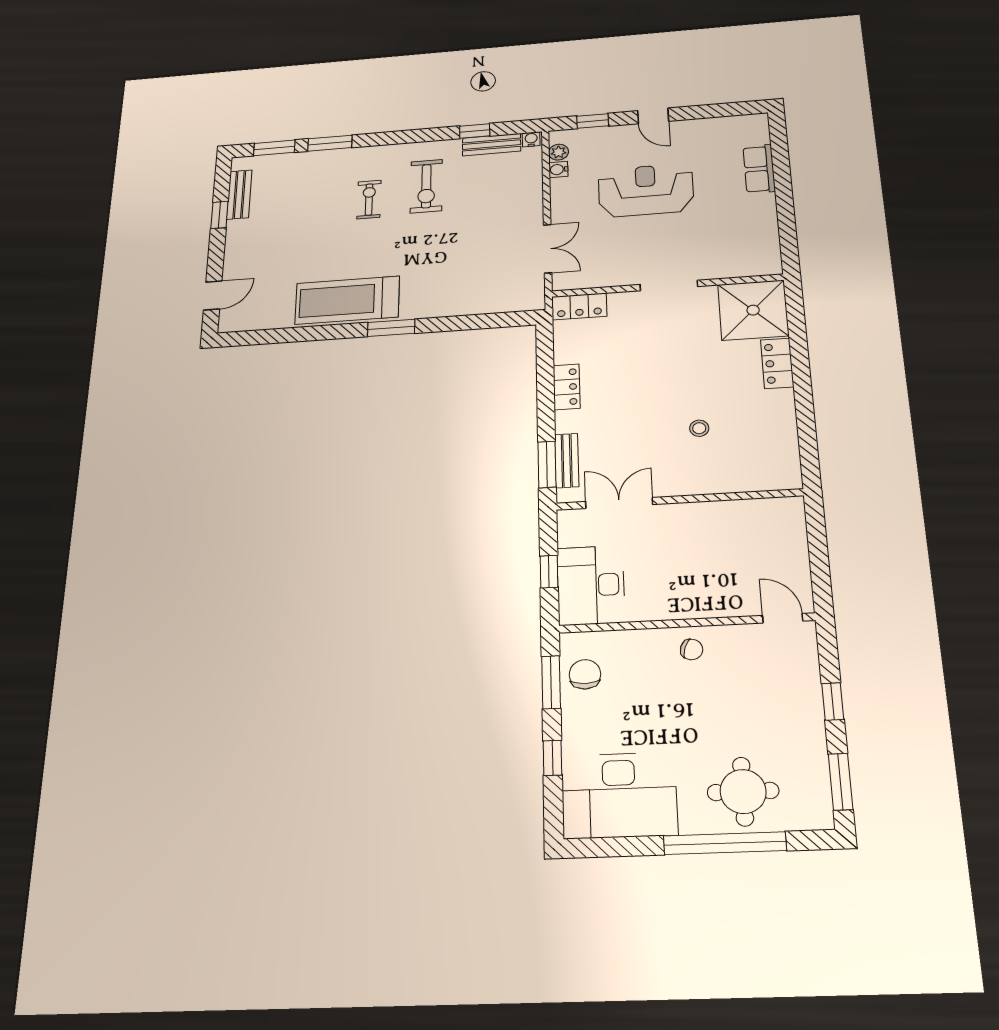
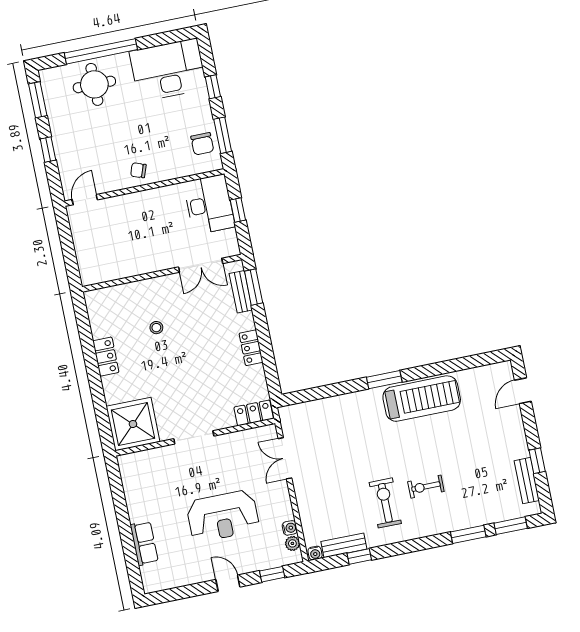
exercise bike: (369, 200) -> (426, 487), turned 90
locker: (777, 363) -> (106, 357), moved
door: (783, 618) -> (85, 200), swing flipped

